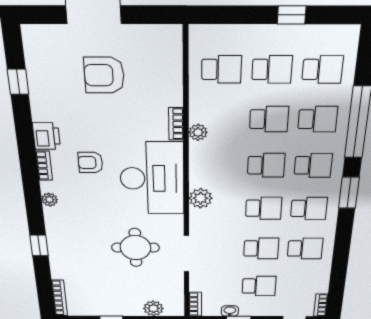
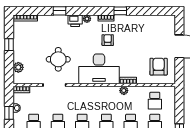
armchair: (104, 75) -> (159, 67), moved
window: (18, 82) -> (120, 11), moved
printer: (46, 136) -> (75, 21), moved
plant: (201, 198) -> (88, 92), removed

